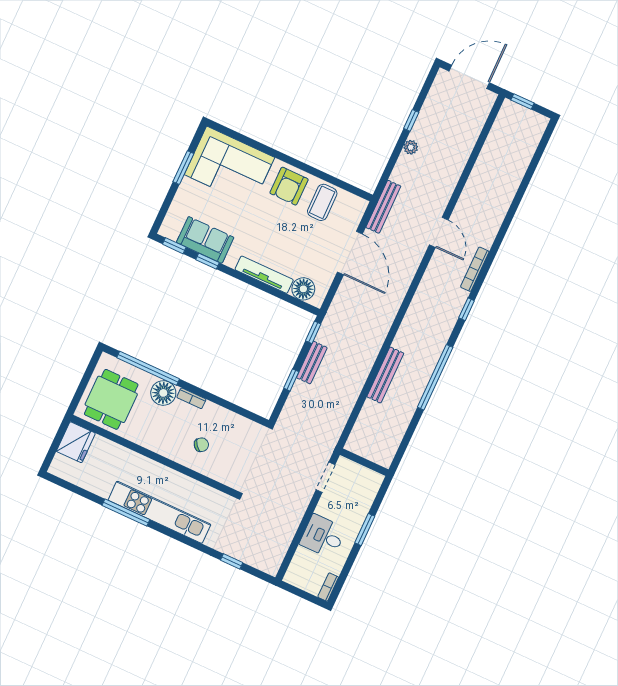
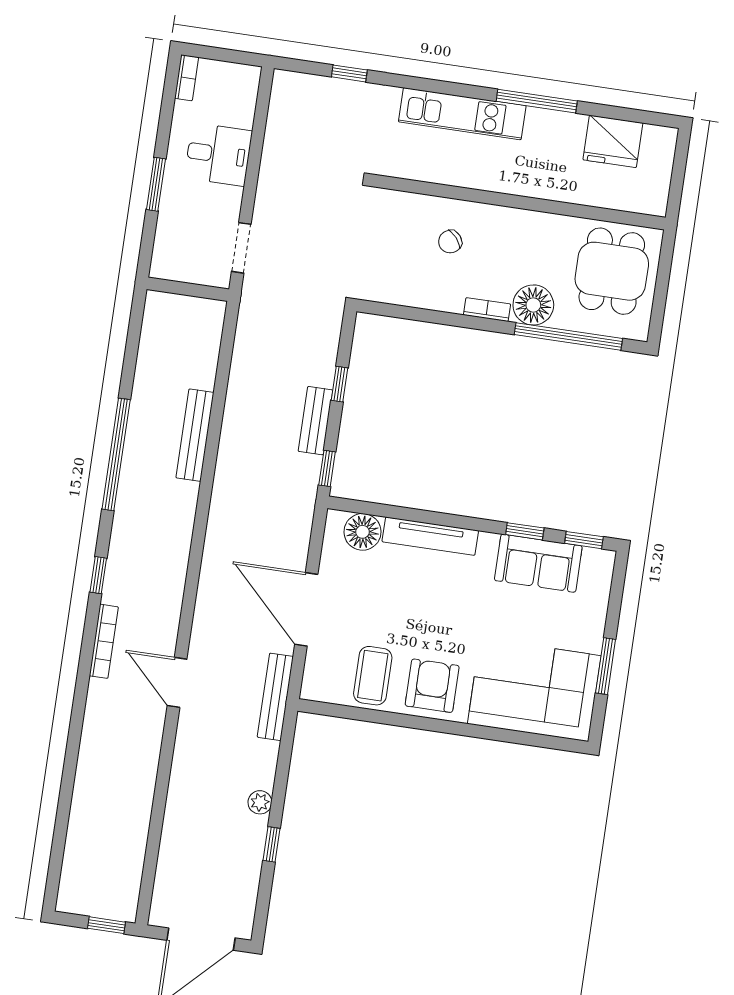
fridge: (76, 442) -> (613, 141), moved, turned -90
kitchen unit: (159, 512) -> (462, 114), width x0.73

